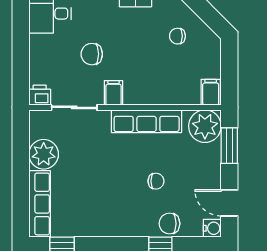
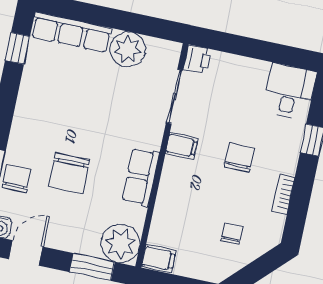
chair: (92, 54) -> (239, 157), moved
row of seats: (147, 121) -> (141, 177), width x0.68
chair: (156, 181) -> (69, 173), width x1.87, depth x1.87

